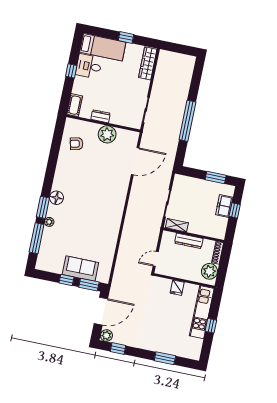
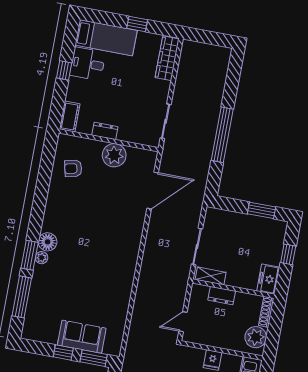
freezer: (224, 206) -> (268, 279), moved
plant: (49, 222) -> (42, 258), moved
dresser: (189, 241) -> (222, 296), width x0.70

